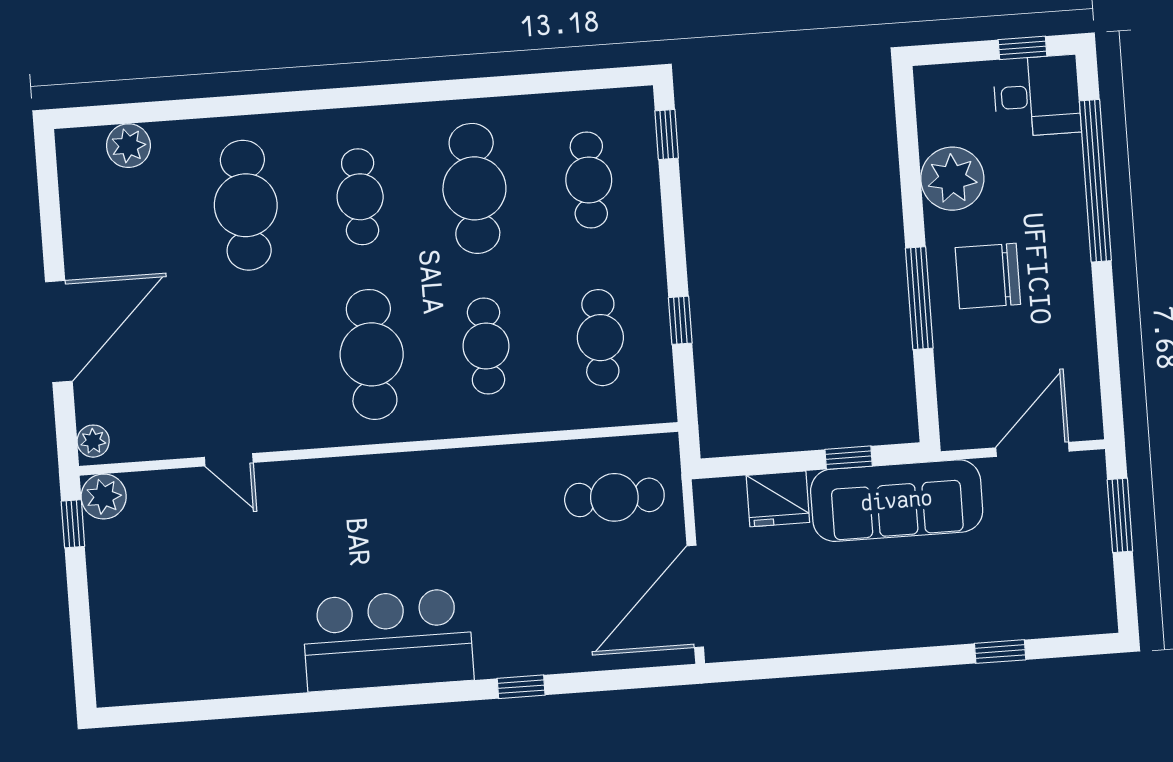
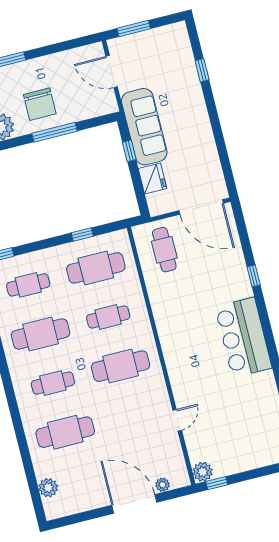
cafe table: (600, 338) -> (96, 268), width x1.37, depth x1.35
plant: (93, 441) -> (163, 485), moved

